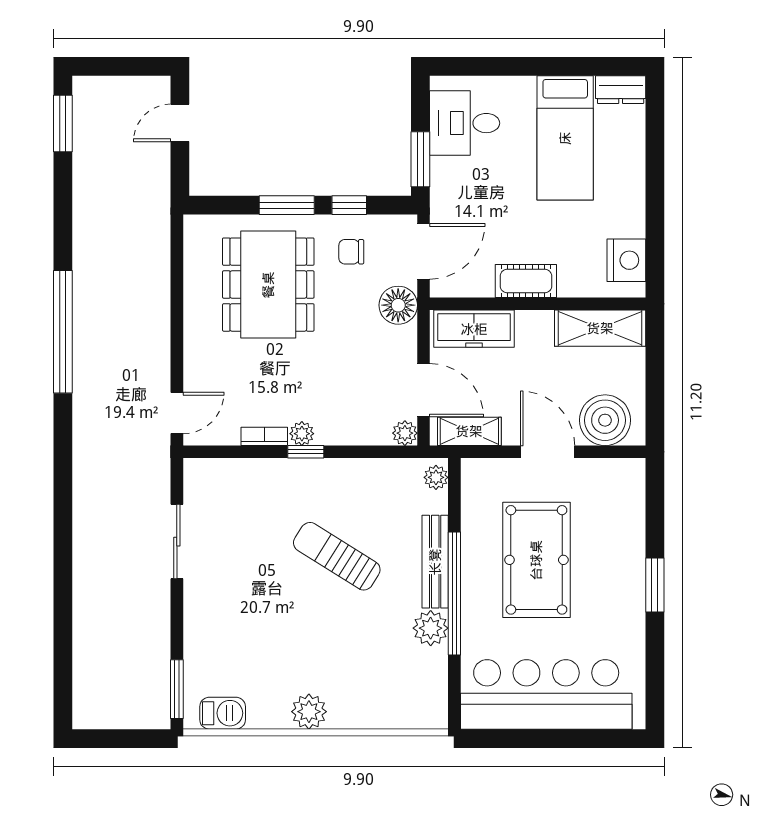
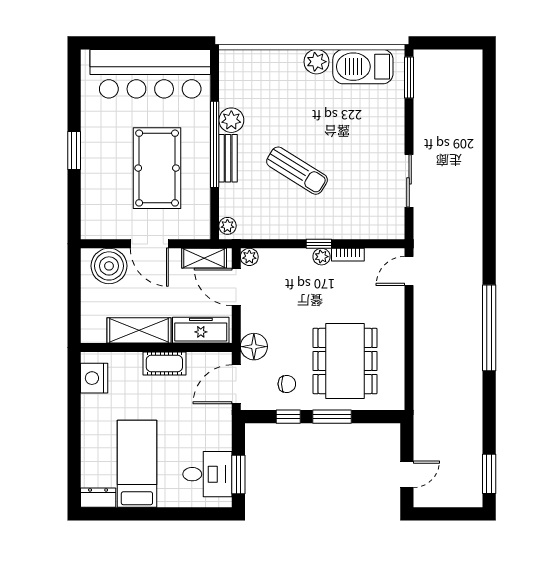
window: (420, 159) -> (238, 474), moved
shelving: (600, 328) -> (139, 330), moved
bench: (435, 562) -> (228, 158), width x0.73
barbecue: (223, 713) -> (363, 67), width x1.88, depth x1.53

